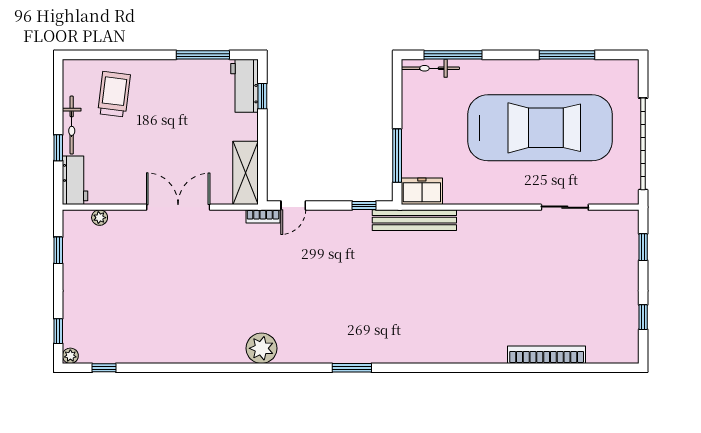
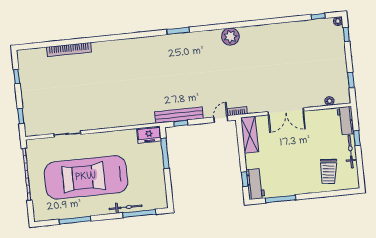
bicycle: (430, 68) -> (126, 207), moved
bench: (414, 220) -> (179, 115), moved

